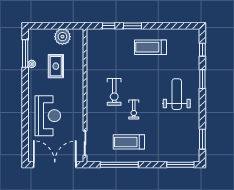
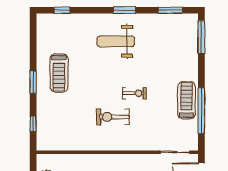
window: (133, 26) -> (33, 82), moved
window: (202, 79) -> (124, 10), moved
exercise bike: (114, 92) -> (113, 117), turned 180
treadmill: (129, 142) -> (187, 100), moved, turned 180

